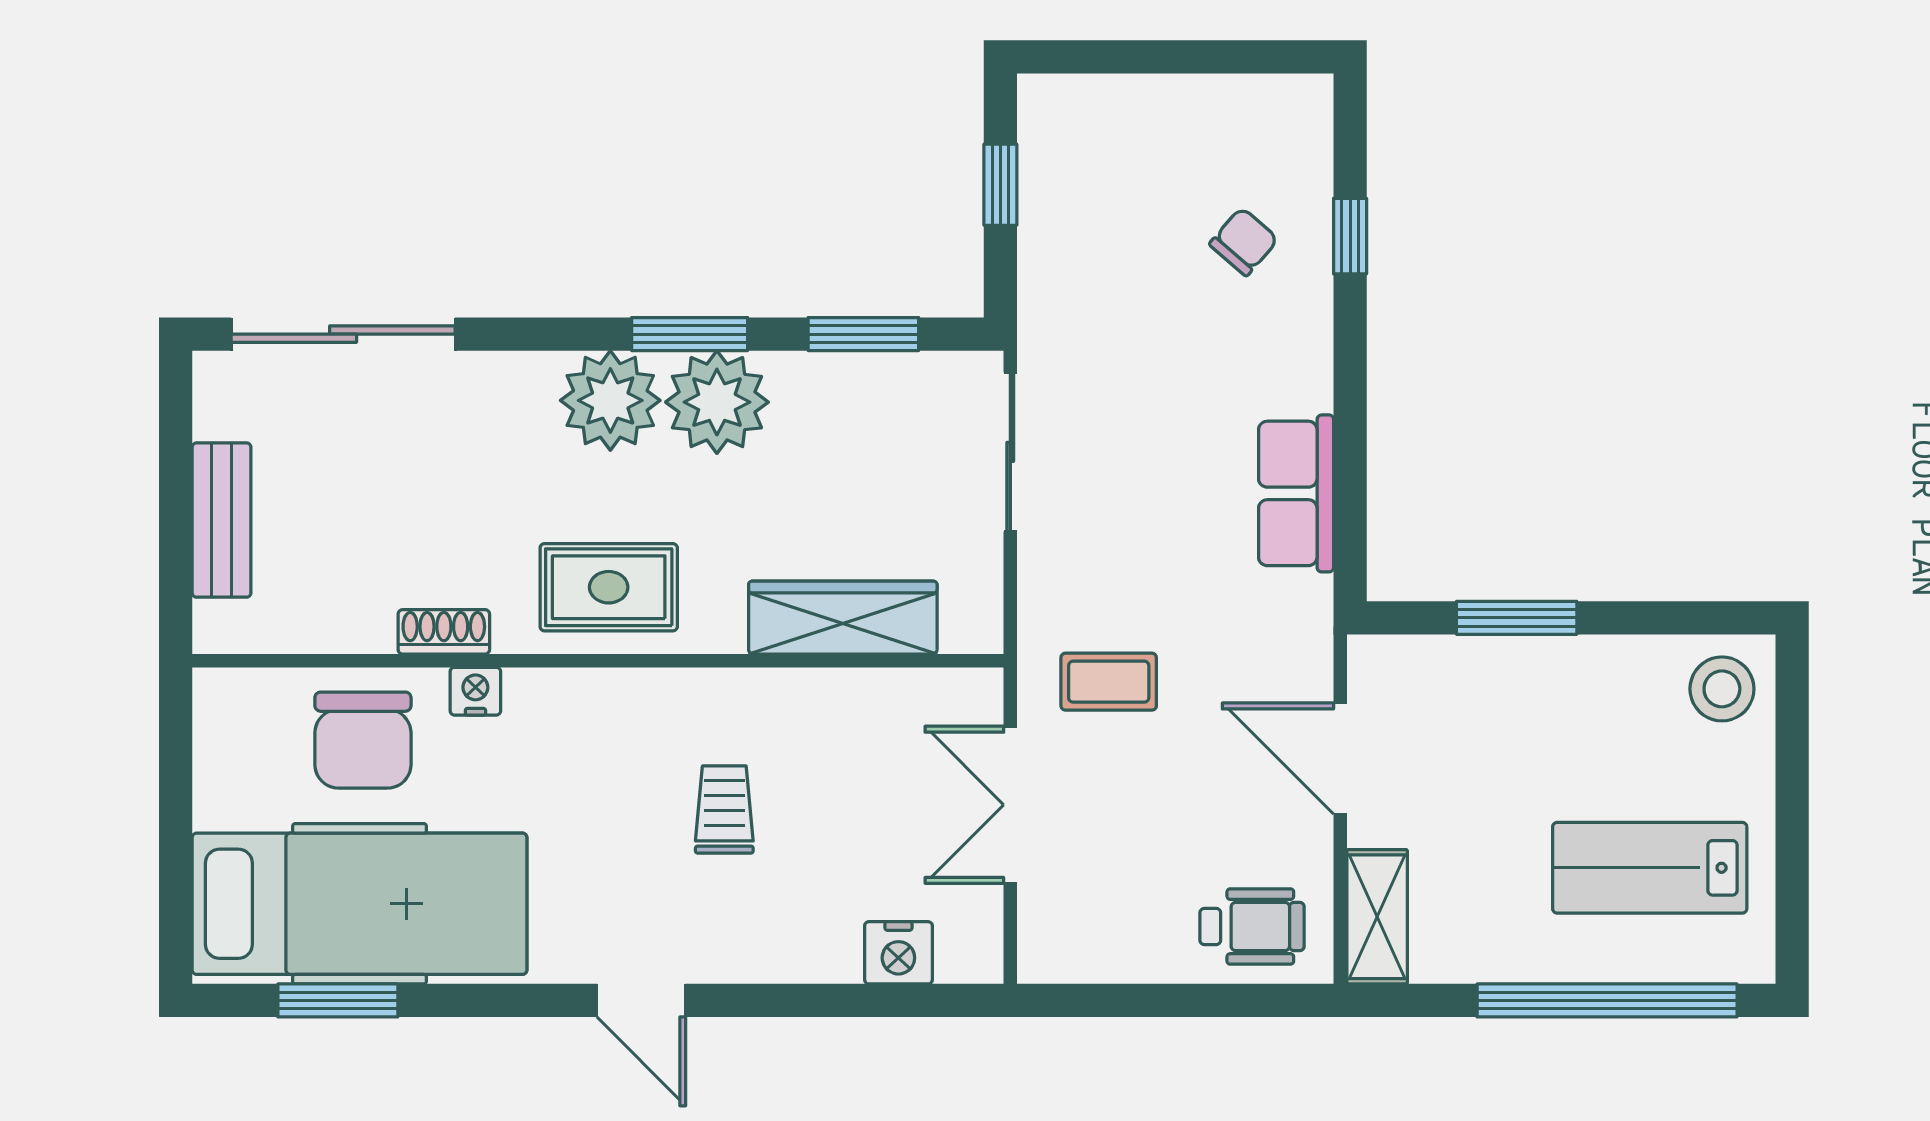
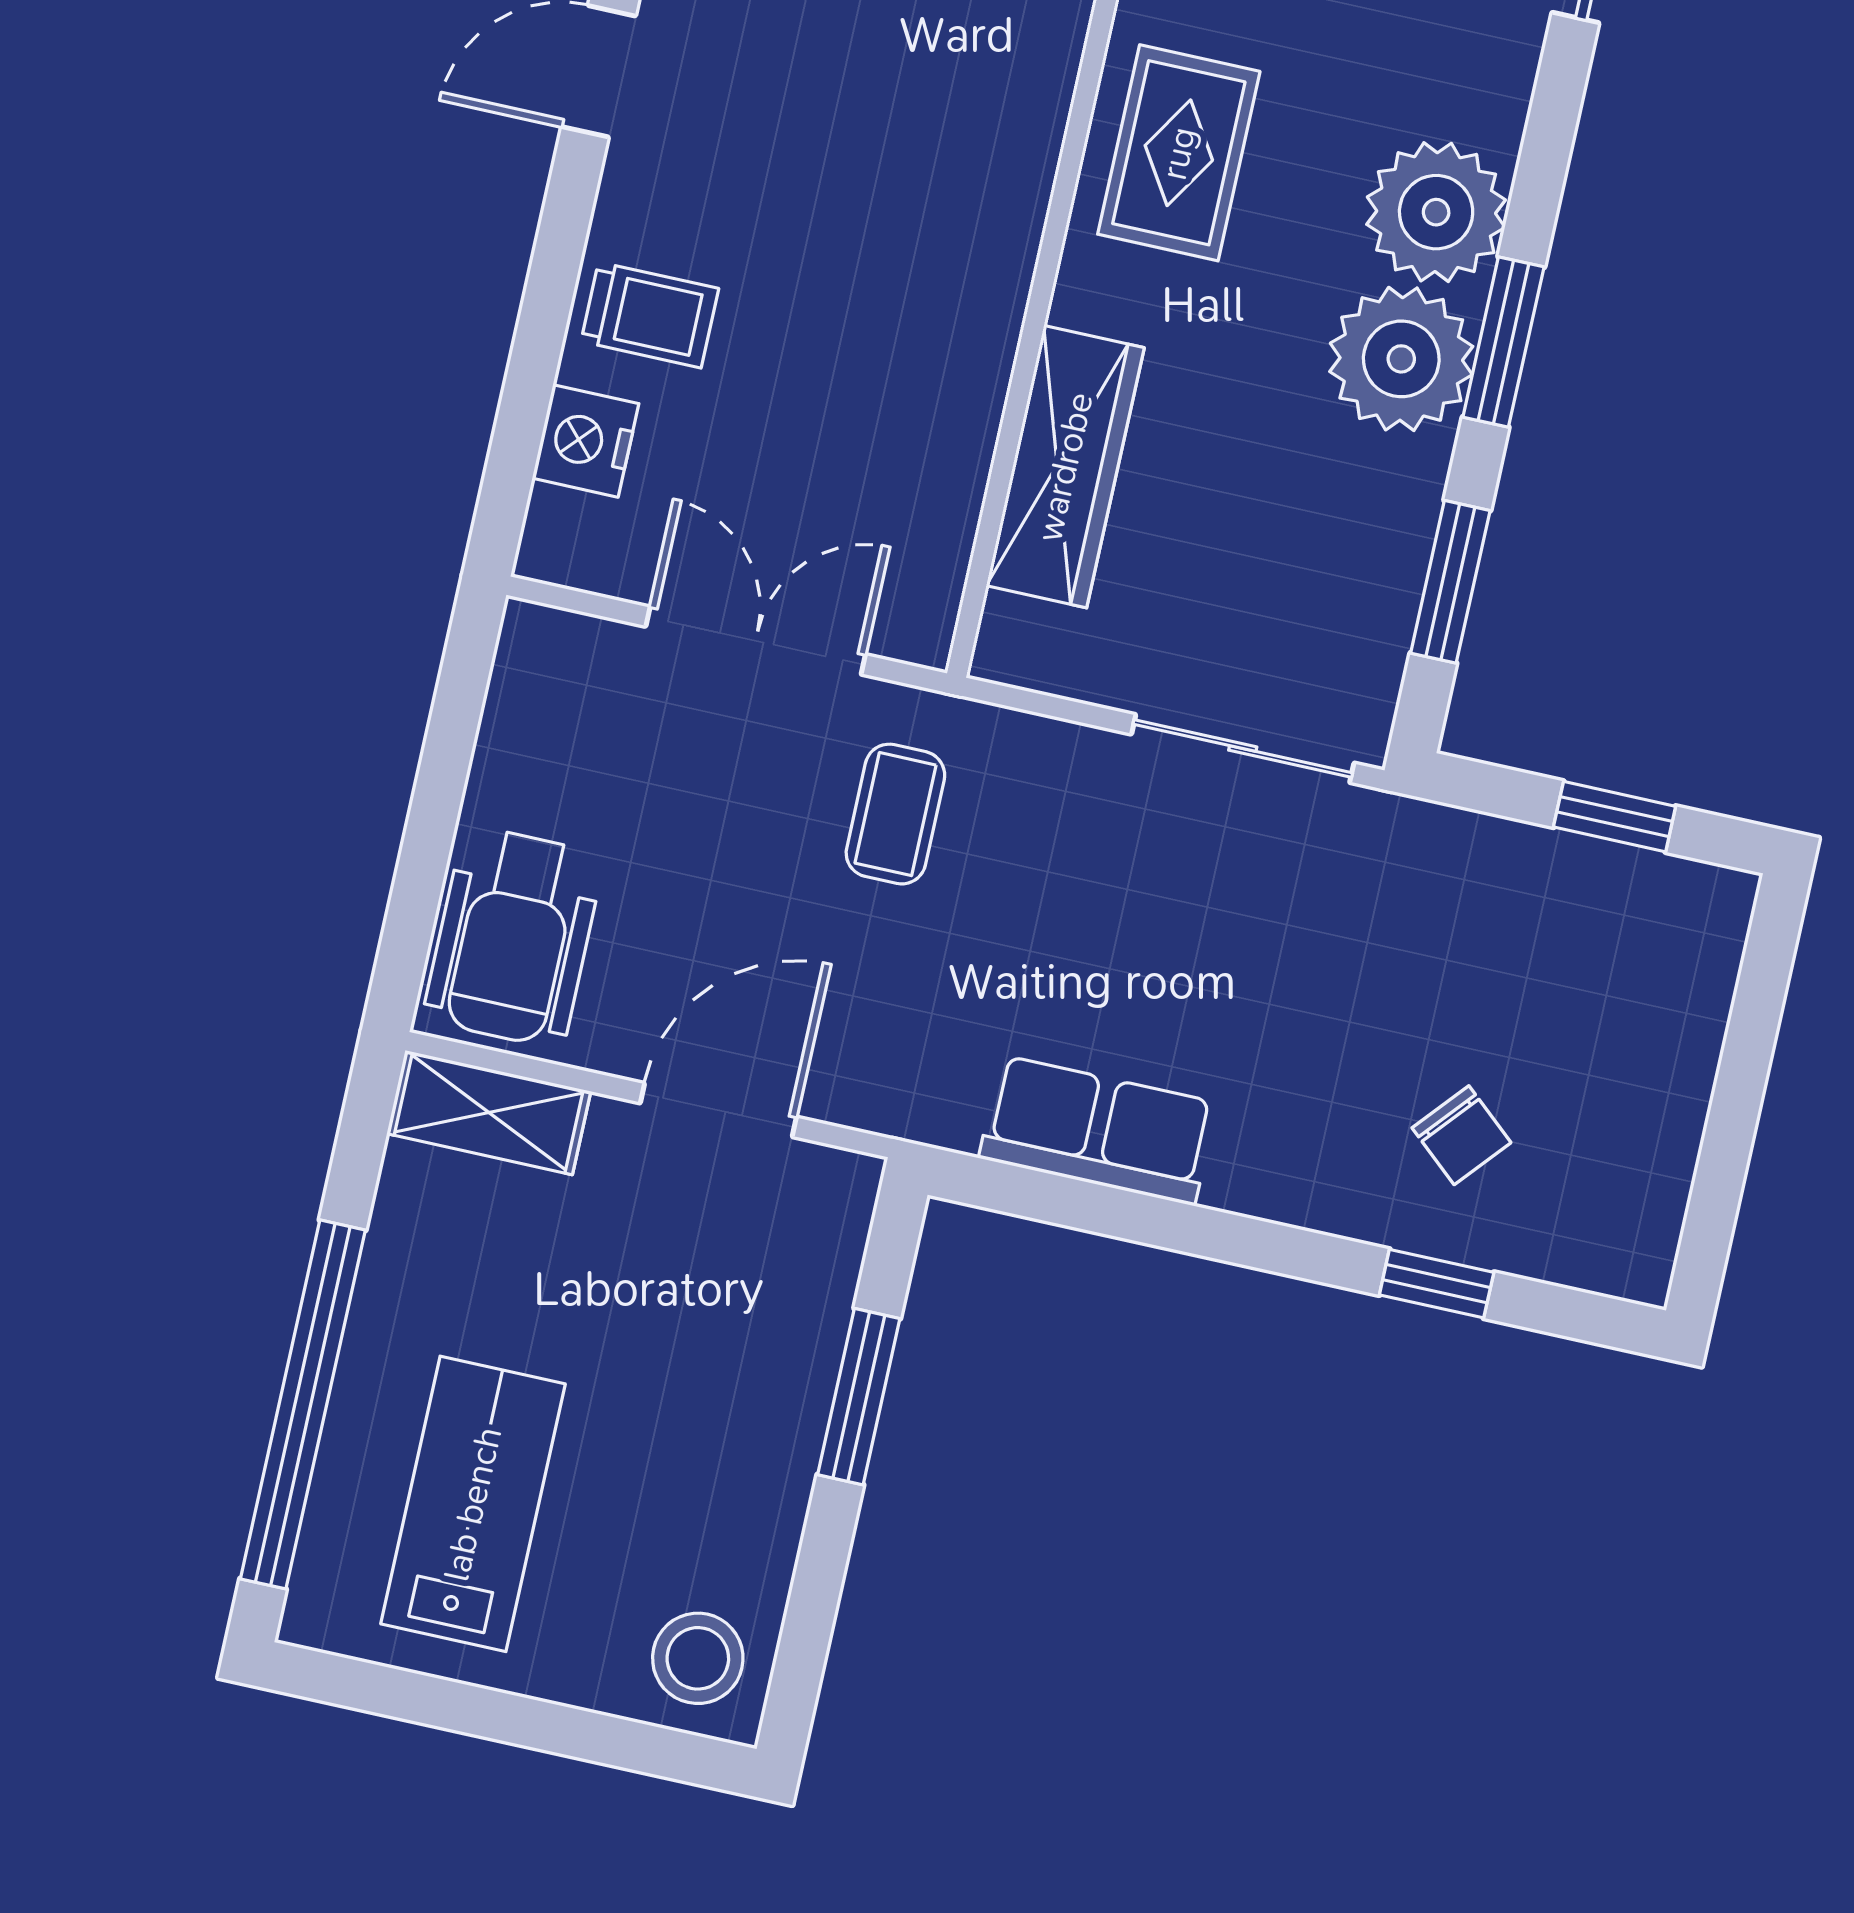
trolley: (724, 809) -> (650, 315), moved
wheelchair: (1252, 927) -> (514, 937), width x1.36, depth x1.37

